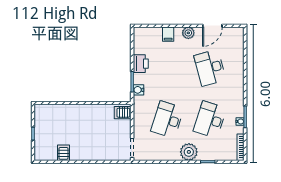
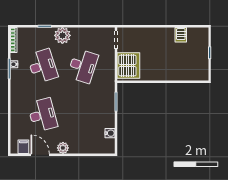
door: (212, 26) -> (40, 155), hinge flipped
filing cabinet: (168, 34) -> (23, 147), moved
printer: (141, 64) -> (108, 119), removed
water cooler: (138, 90) -> (110, 133), moved
server rack: (123, 113) -> (128, 66), width x2.18, depth x1.44
desk: (210, 120) -> (42, 66), turned -36

